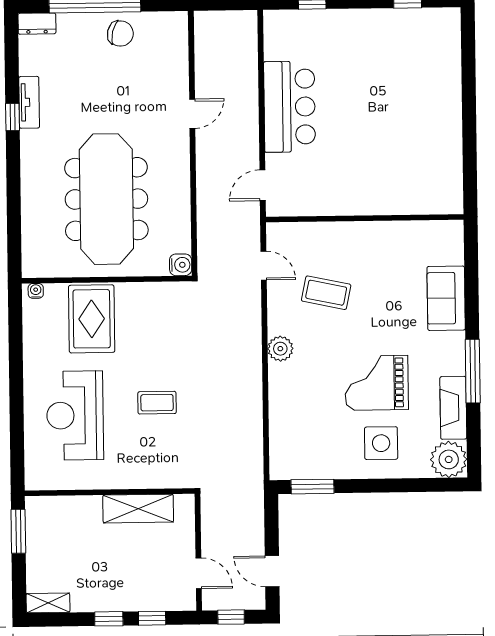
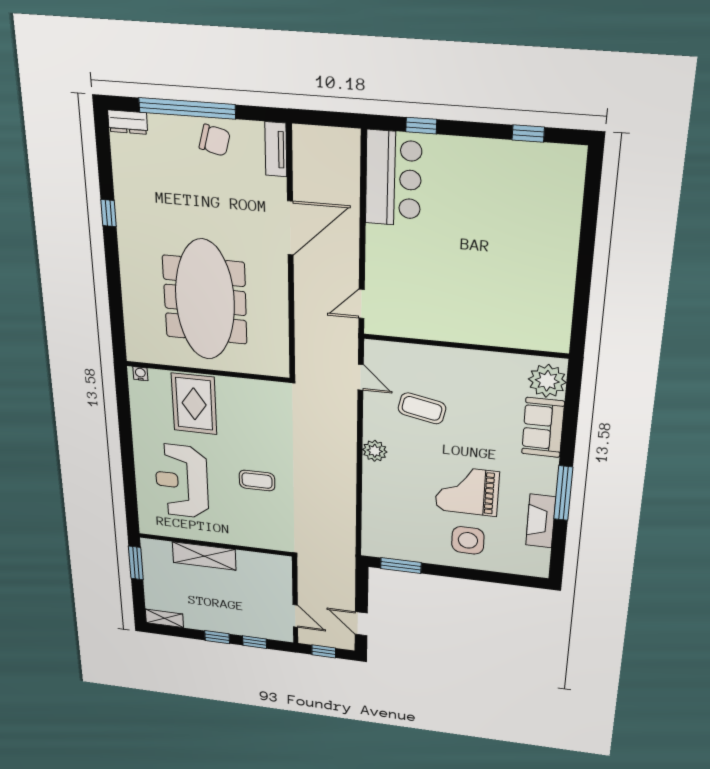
tv unit: (29, 102) -> (276, 149), moved, turned 180
bar counter: (289, 107) -> (393, 179), moved
door: (192, 114) -> (290, 228), width x1.88
water cooler: (181, 265) -> (279, 367), removed
plant: (449, 459) -> (547, 381), moved
shelving: (138, 509) -> (204, 556), moved

